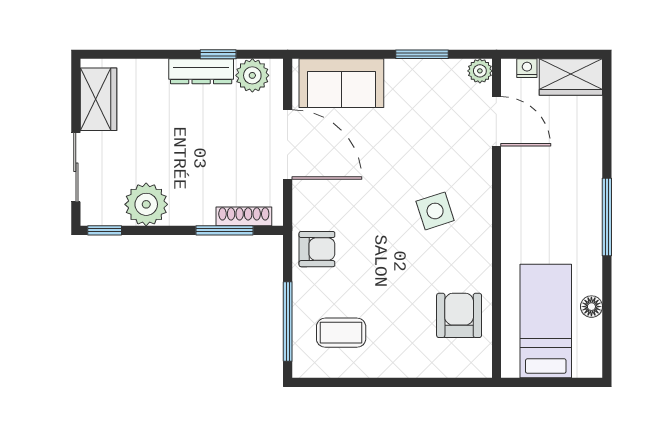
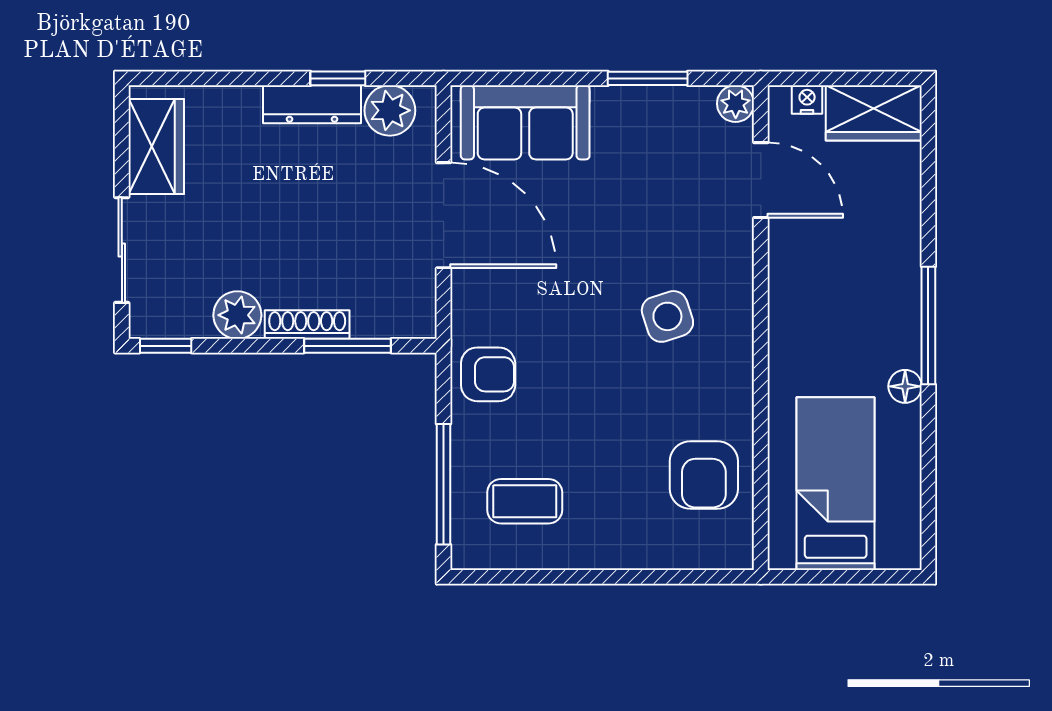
plant: (146, 204) -> (237, 315), width x0.73, depth x0.73
shoe rack: (244, 216) -> (307, 325), moved
floor lamp: (591, 307) -> (905, 386), moved
armchair: (459, 315) -> (704, 475), turned 180

